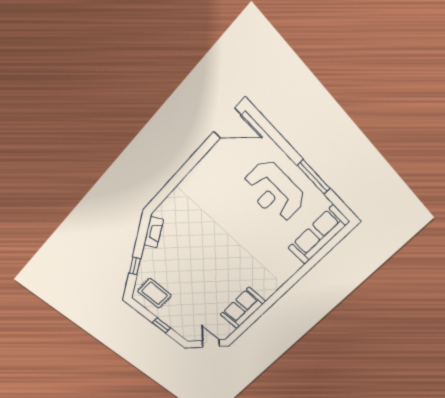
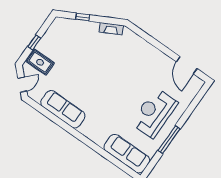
door: (227, 123) -> (187, 65), moved
rug: (155, 293) -> (40, 62), moved, turned 90
sofa: (243, 308) -> (63, 109), width x1.36

